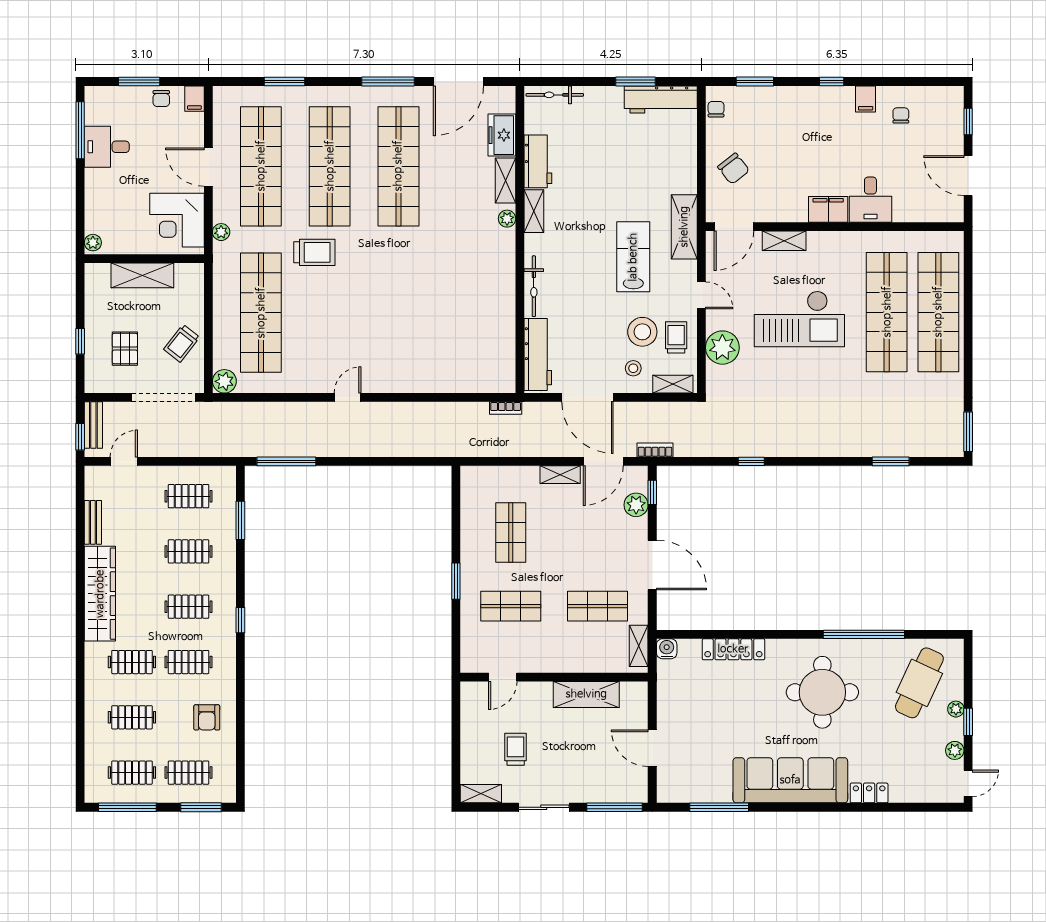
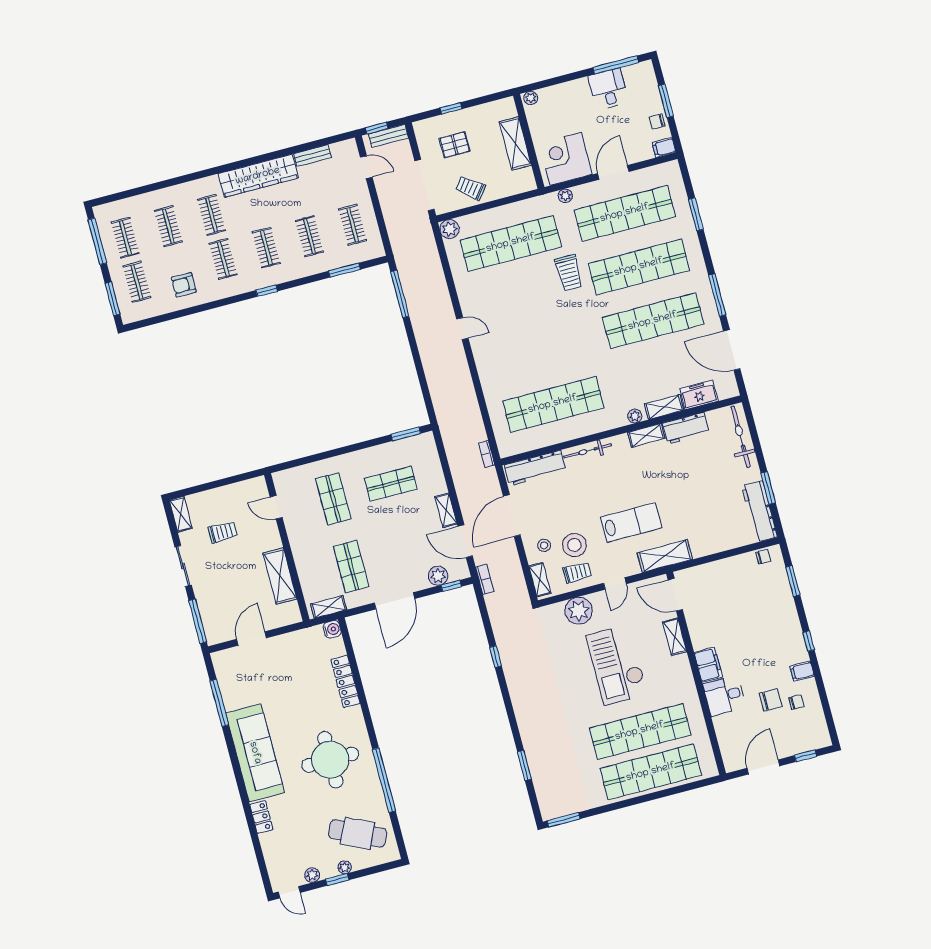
bicycle: (555, 95) -> (740, 437), width x1.37, depth x1.40
chair: (734, 169) -> (771, 700), moved, turned -142
shop shelf: (467, 313) -> (553, 404), added
window: (456, 581) -> (406, 434), moved

